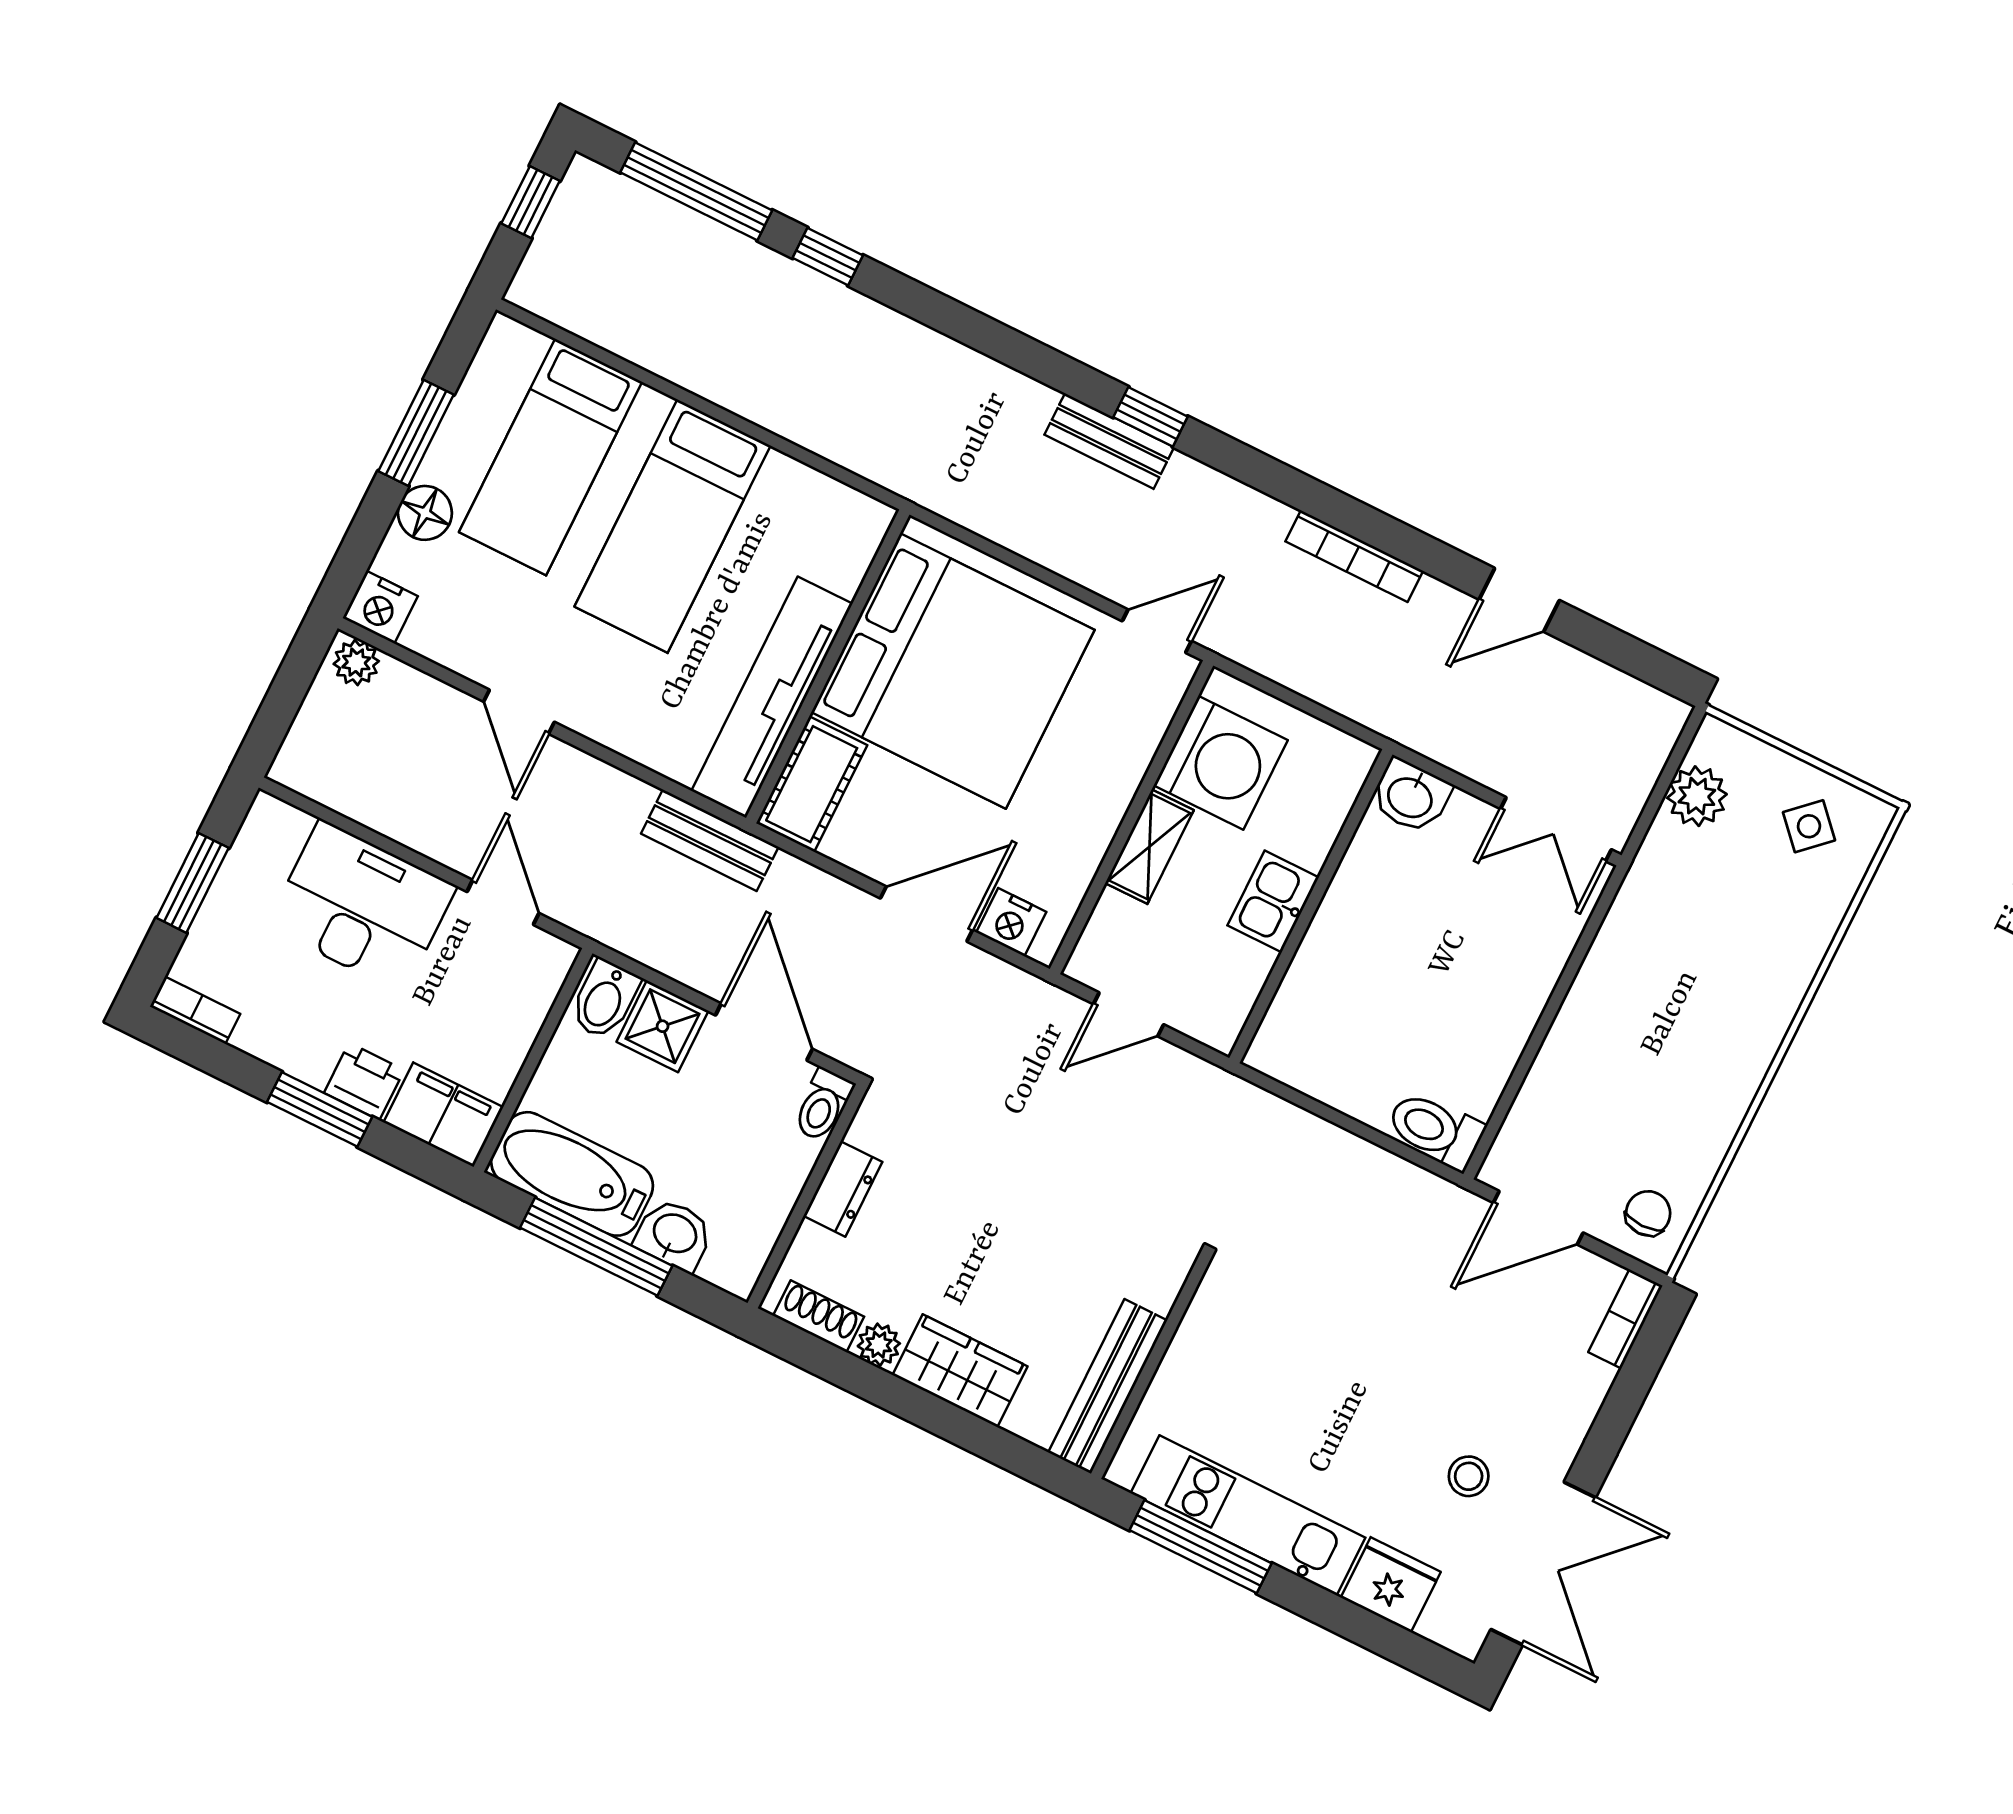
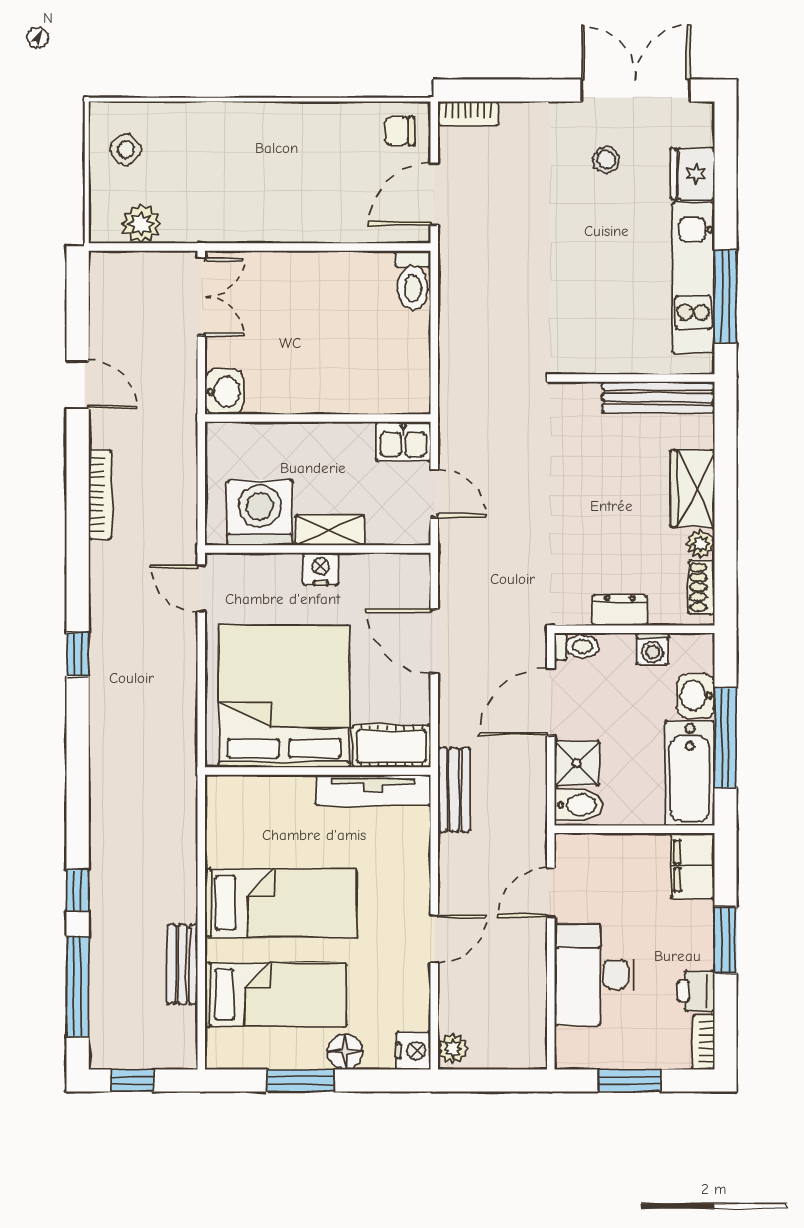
bench: (1109, 441) -> (182, 964), moved
tv unit: (772, 697) -> (373, 790), width x0.73, depth x0.78
kitchen sink: (1273, 901) -> (403, 442), moved
nightstand: (1011, 922) -> (321, 569), moved, turned -90
printer: (364, 1081) -> (696, 991), moved
washing machine: (768, 1207) -> (652, 649), added
door: (1538, 1218) -> (434, 194), swing flipped

